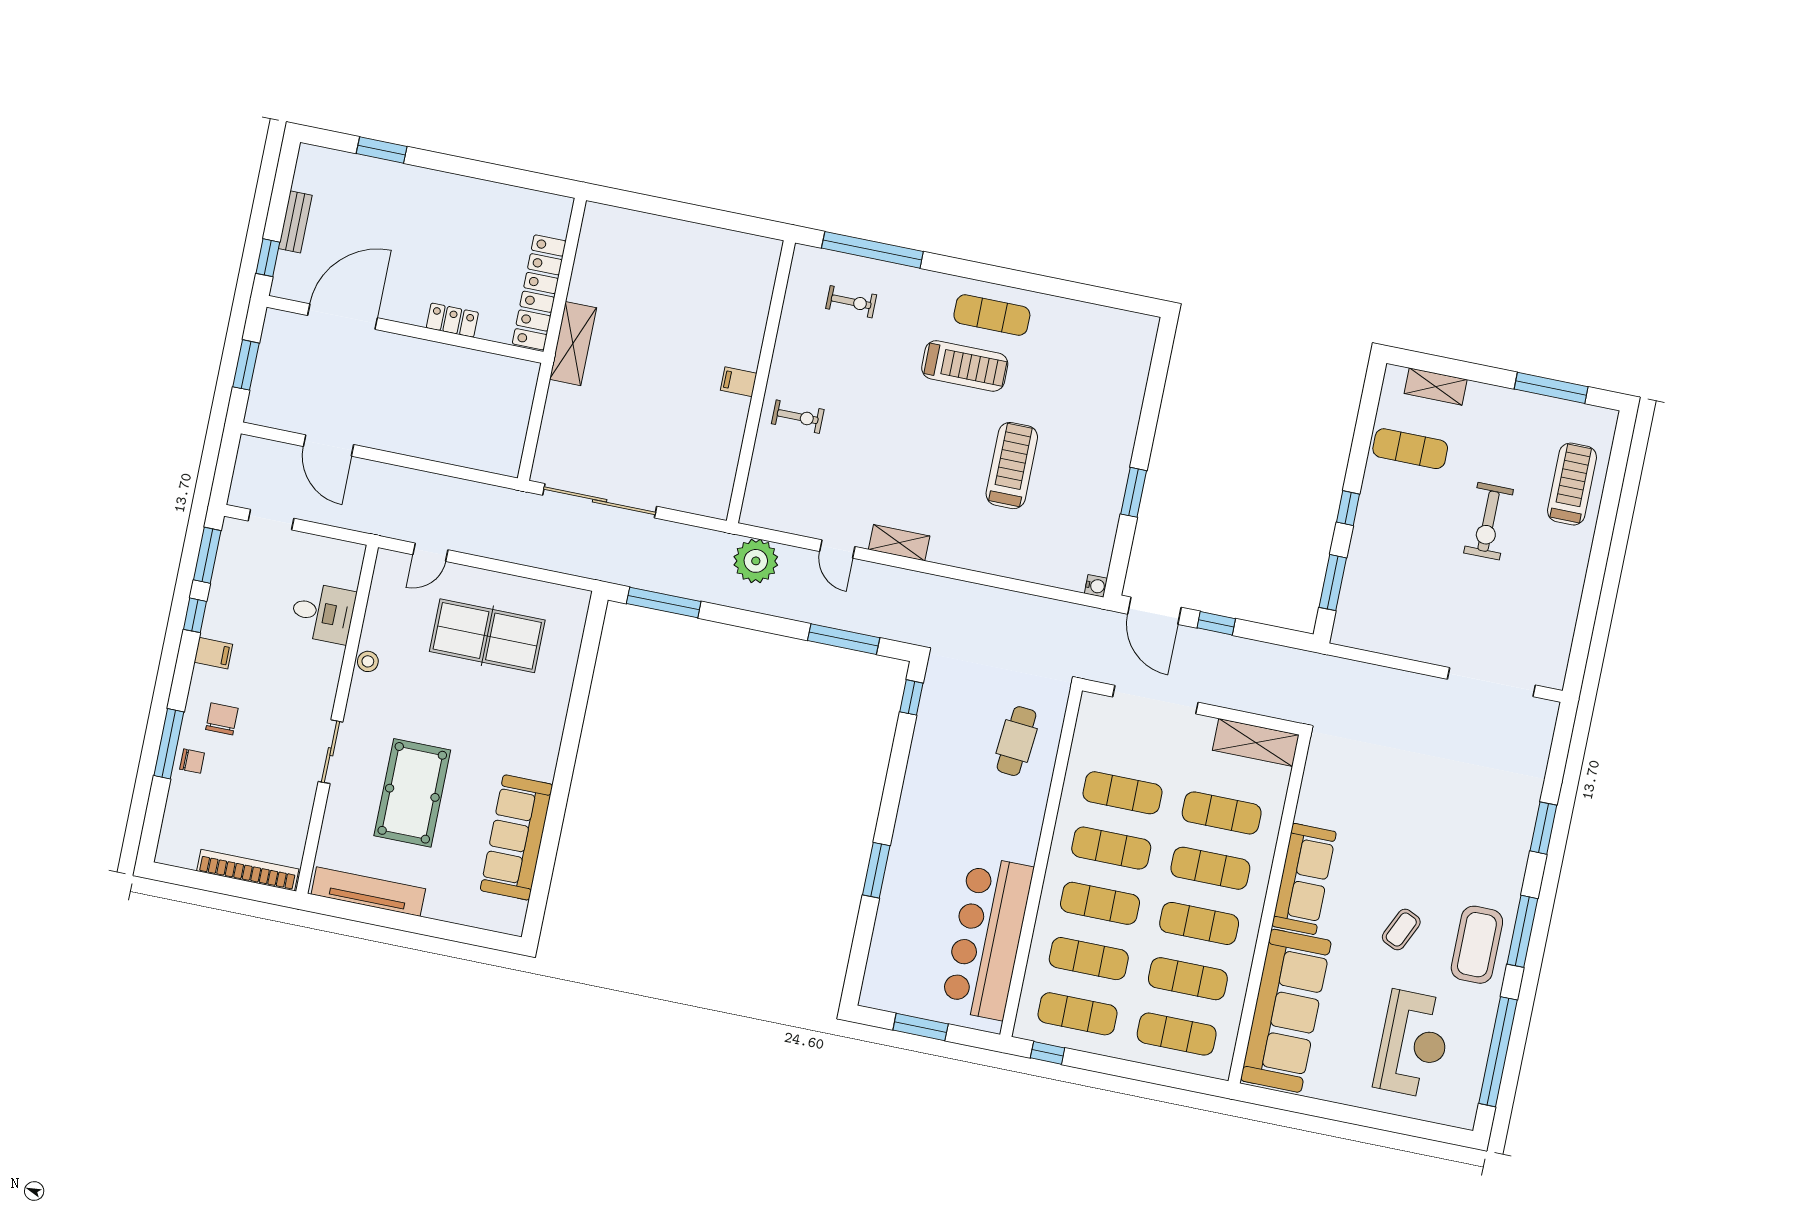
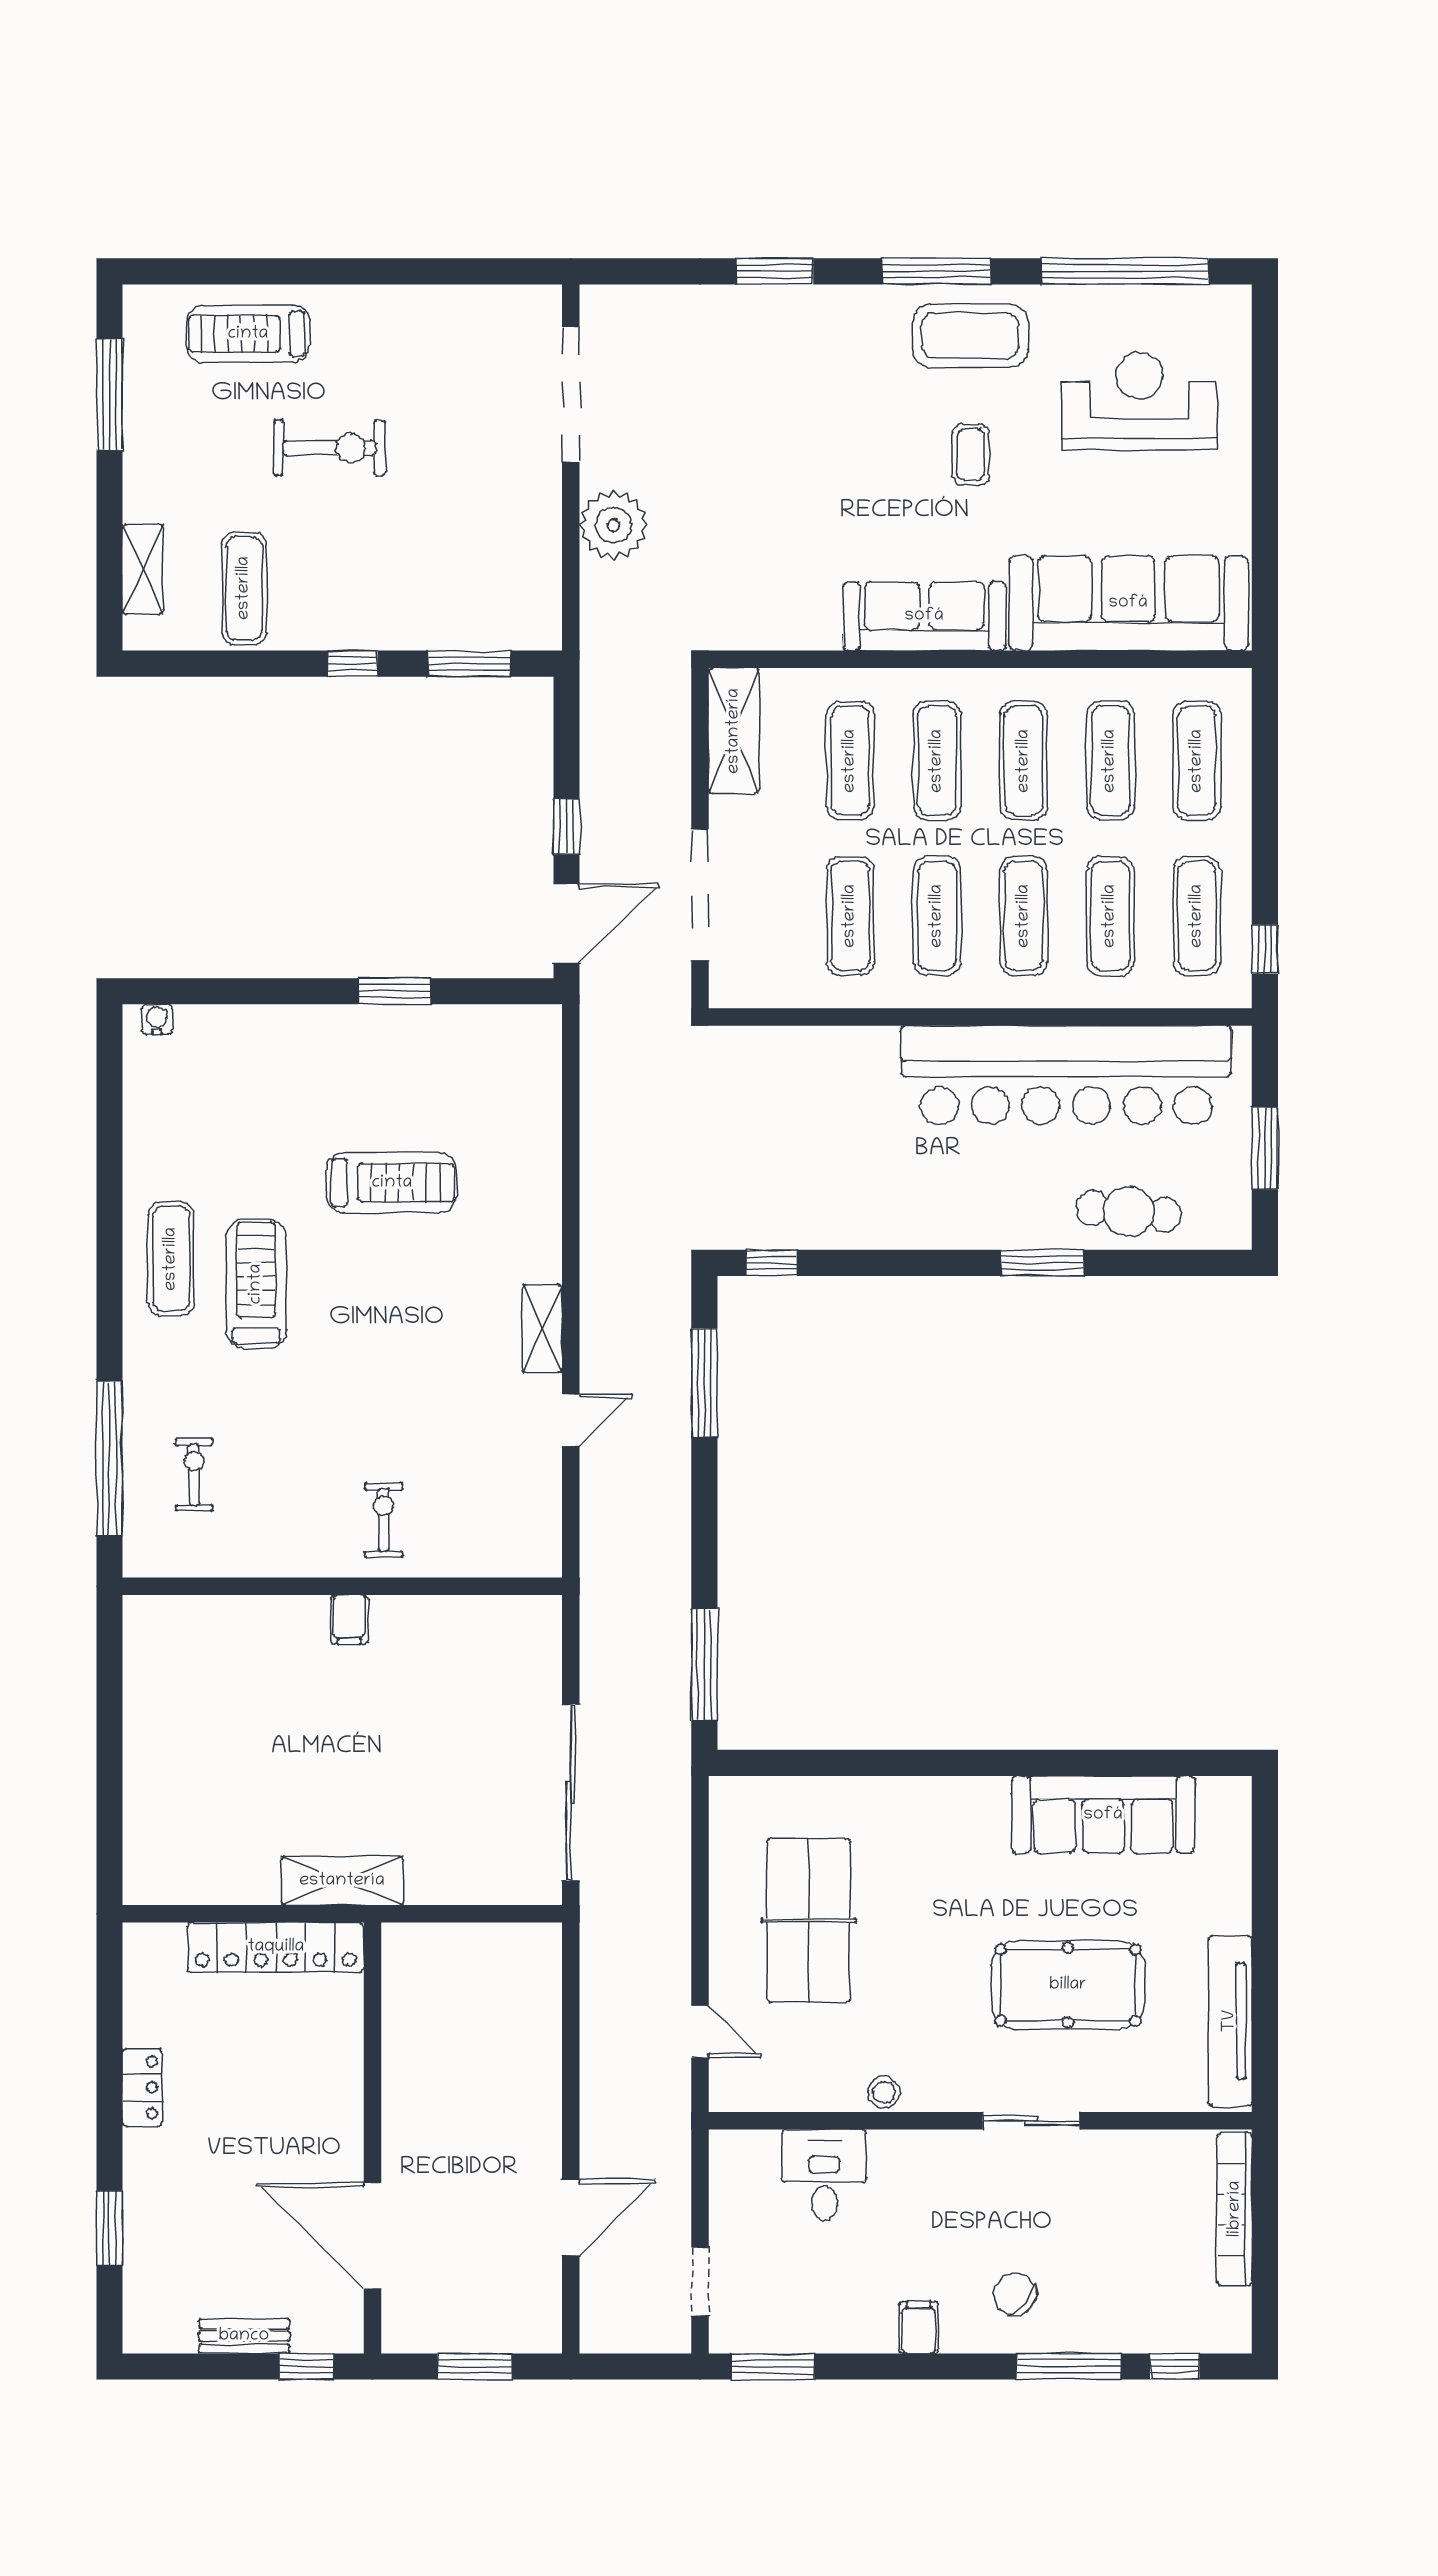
locker: (452, 320) -> (142, 2088), moved, turned 180
treadmill: (1012, 466) -> (392, 1183), turned 180
plant: (756, 561) -> (614, 525), moved
water cooler: (1096, 586) -> (157, 1019), moved
window: (195, 615) -> (1175, 2366), moved
chair: (222, 719) -> (1015, 2294), turned 39
cafe table: (1017, 741) -> (1128, 1211), moved
chair: (192, 761) -> (1088, 2326), removed
coffee table: (1401, 929) -> (971, 454), turned 65
bar counter: (987, 938) -> (1066, 1075), width x1.36

